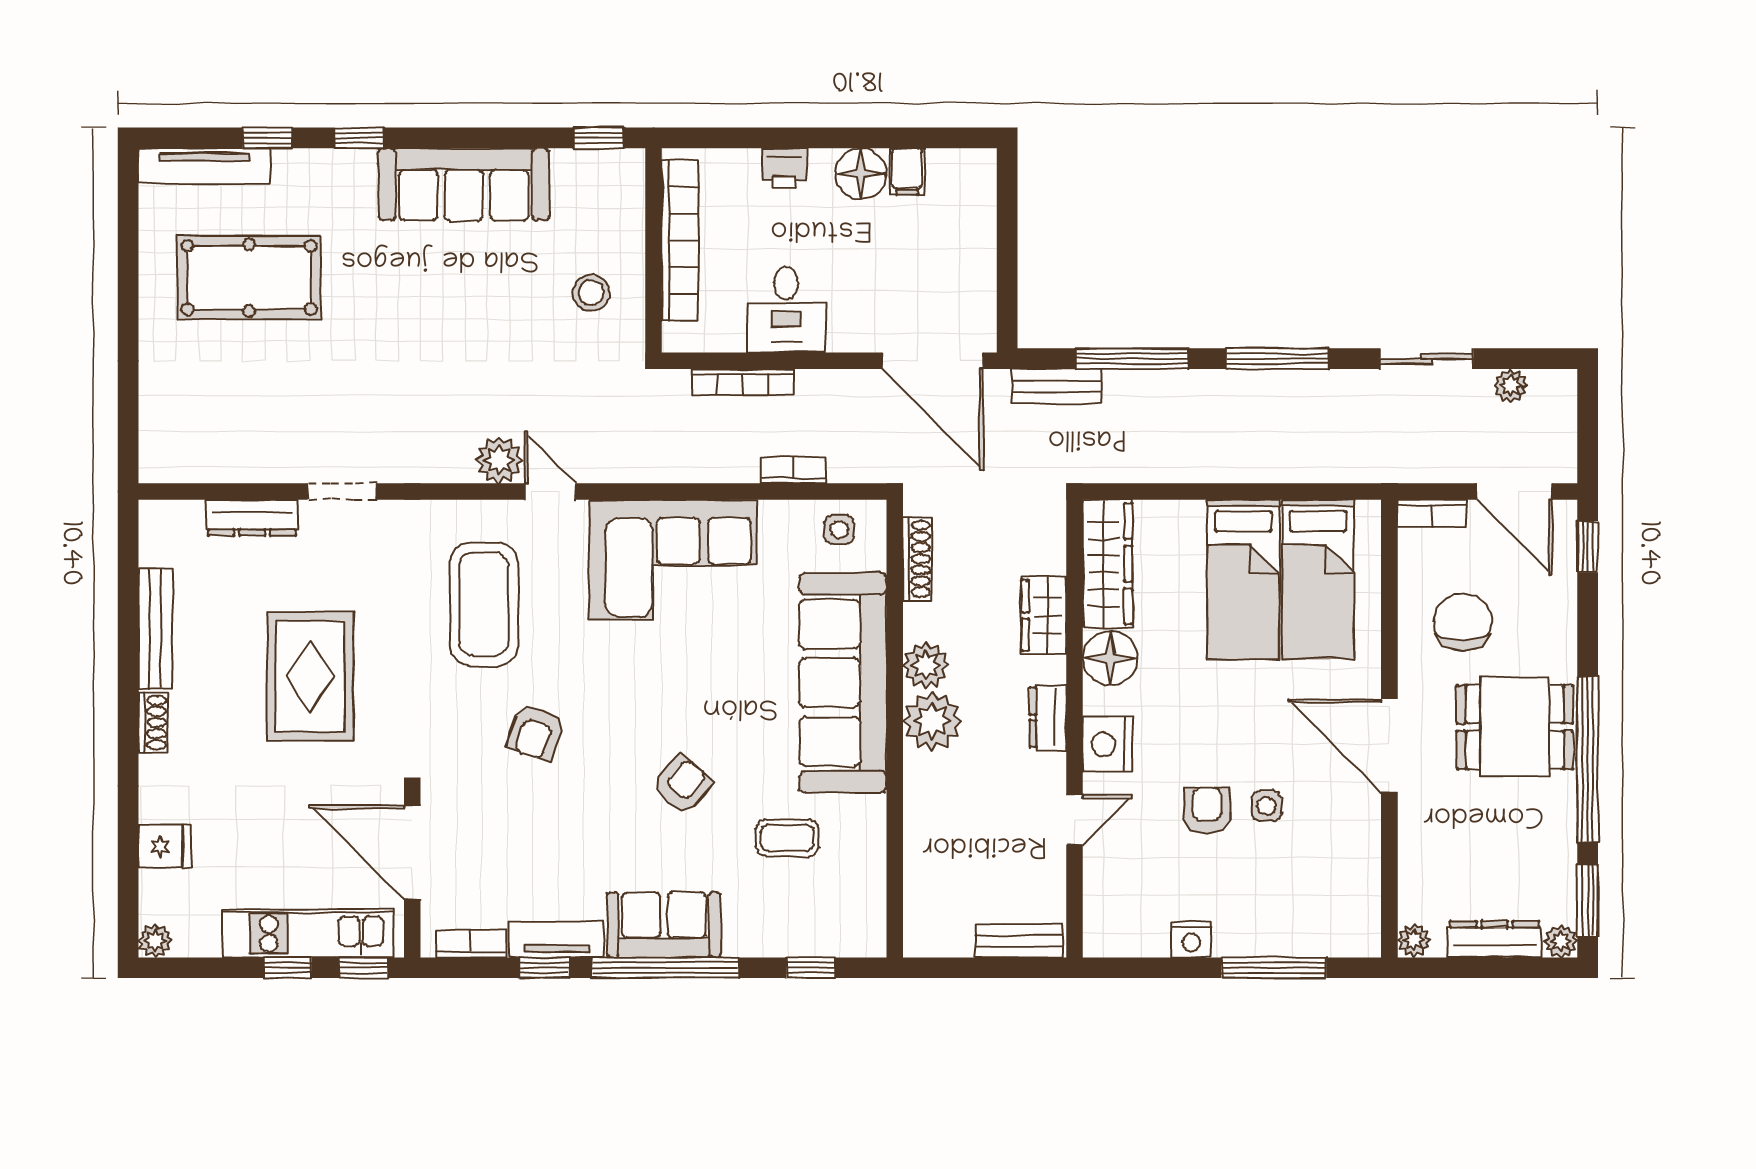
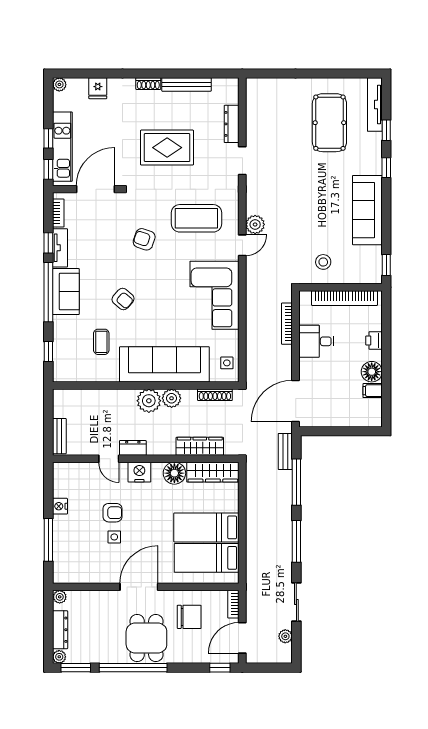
bookcase: (793, 470) -> (251, 344), removed
wardrobe: (1044, 615) -> (200, 446), width x1.50
dresser: (1048, 717) -> (133, 448), moved

